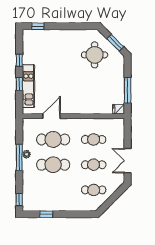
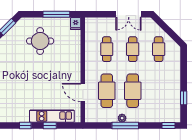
round table: (95, 55) -> (40, 41), moved

